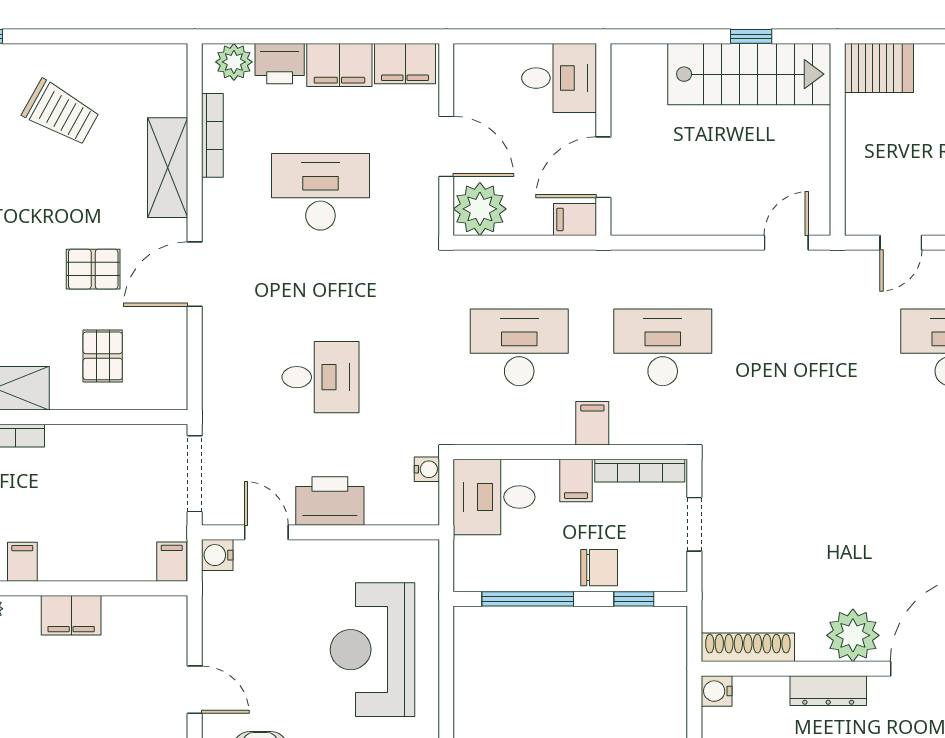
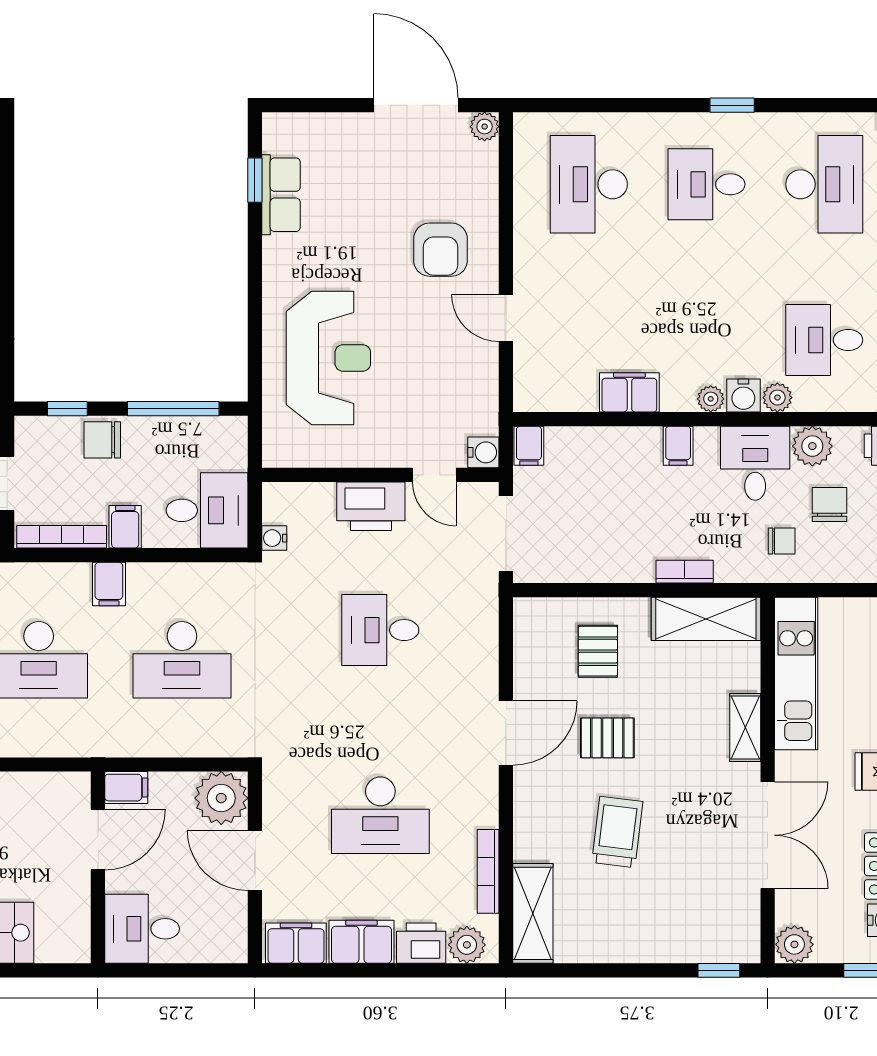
trolley: (61, 113) -> (617, 832), moved, turned 68
shelving: (168, 168) -> (533, 913), moved

